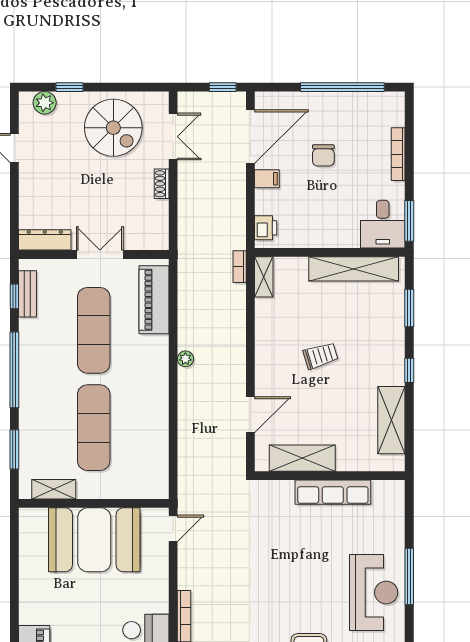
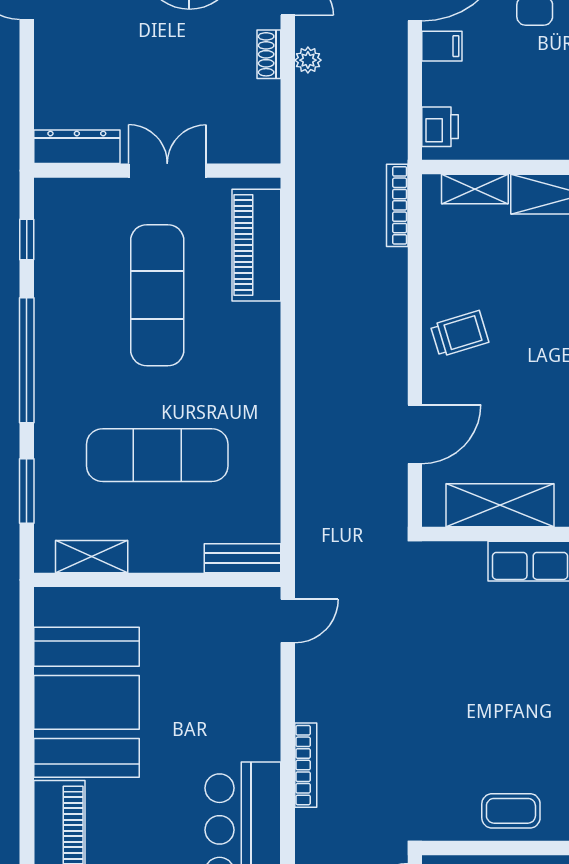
bookcase: (240, 267) -> (397, 205), width x1.56
shelving: (264, 277) -> (475, 189), moved, turned 90
bench: (27, 294) -> (243, 558), moved, turned 90
trolley: (321, 356) -> (460, 334), moved
plant: (185, 359) -> (308, 60), moved
exercise mat: (94, 428) -> (157, 455), turned 90
booth: (94, 540) -> (86, 702), moved, turned 90

